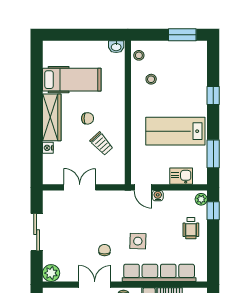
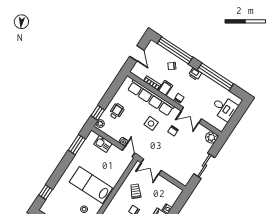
window: (213, 96) -> (46, 192), moved
lab bench: (175, 131) -> (91, 185), moved, turned 180
double door: (80, 187) -> (151, 167), moved

